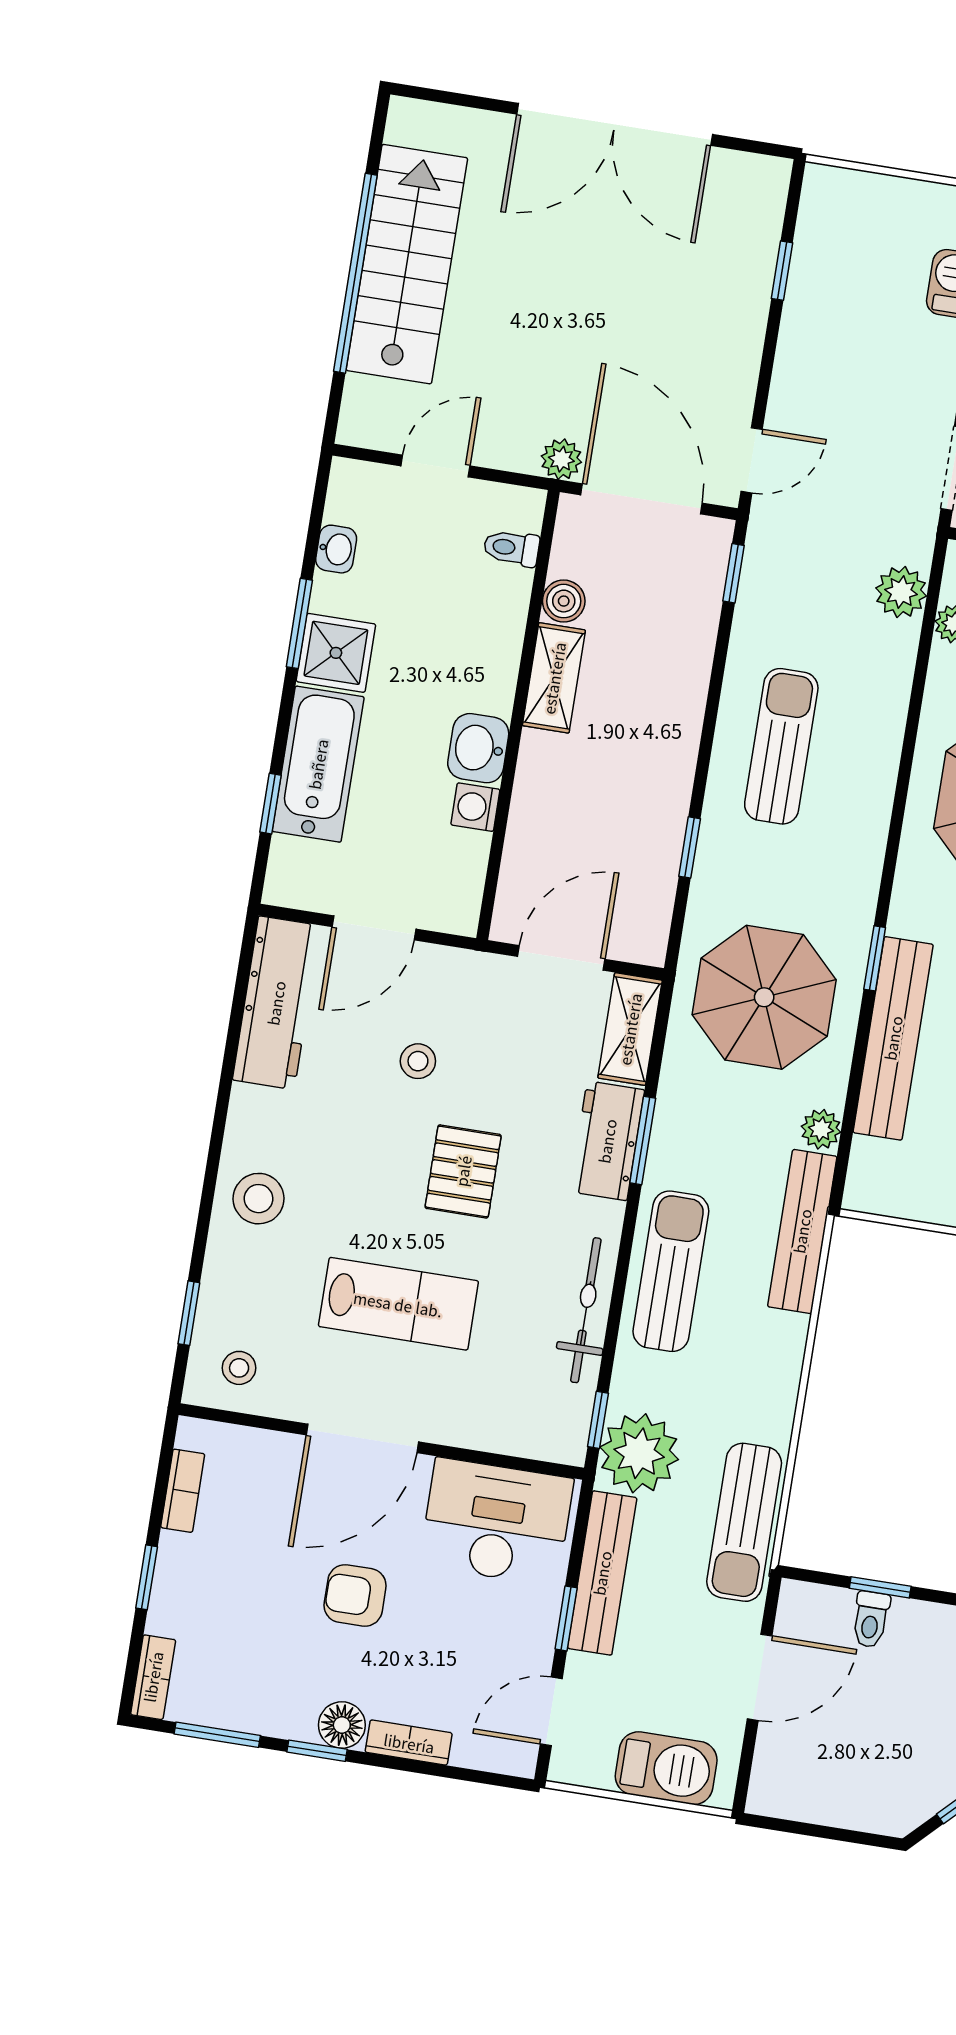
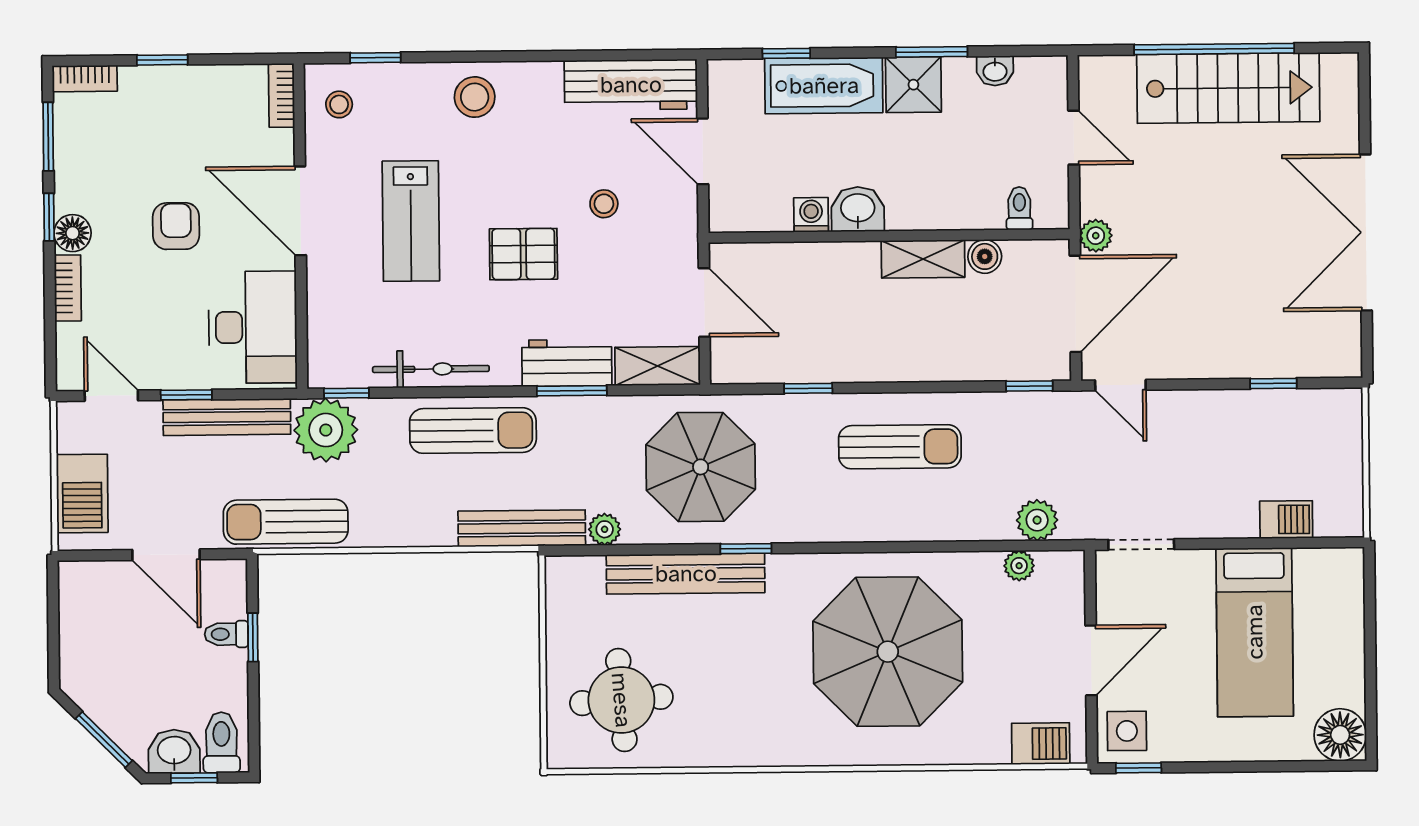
bookcase: (183, 1491) -> (282, 95), moved, turned 90

